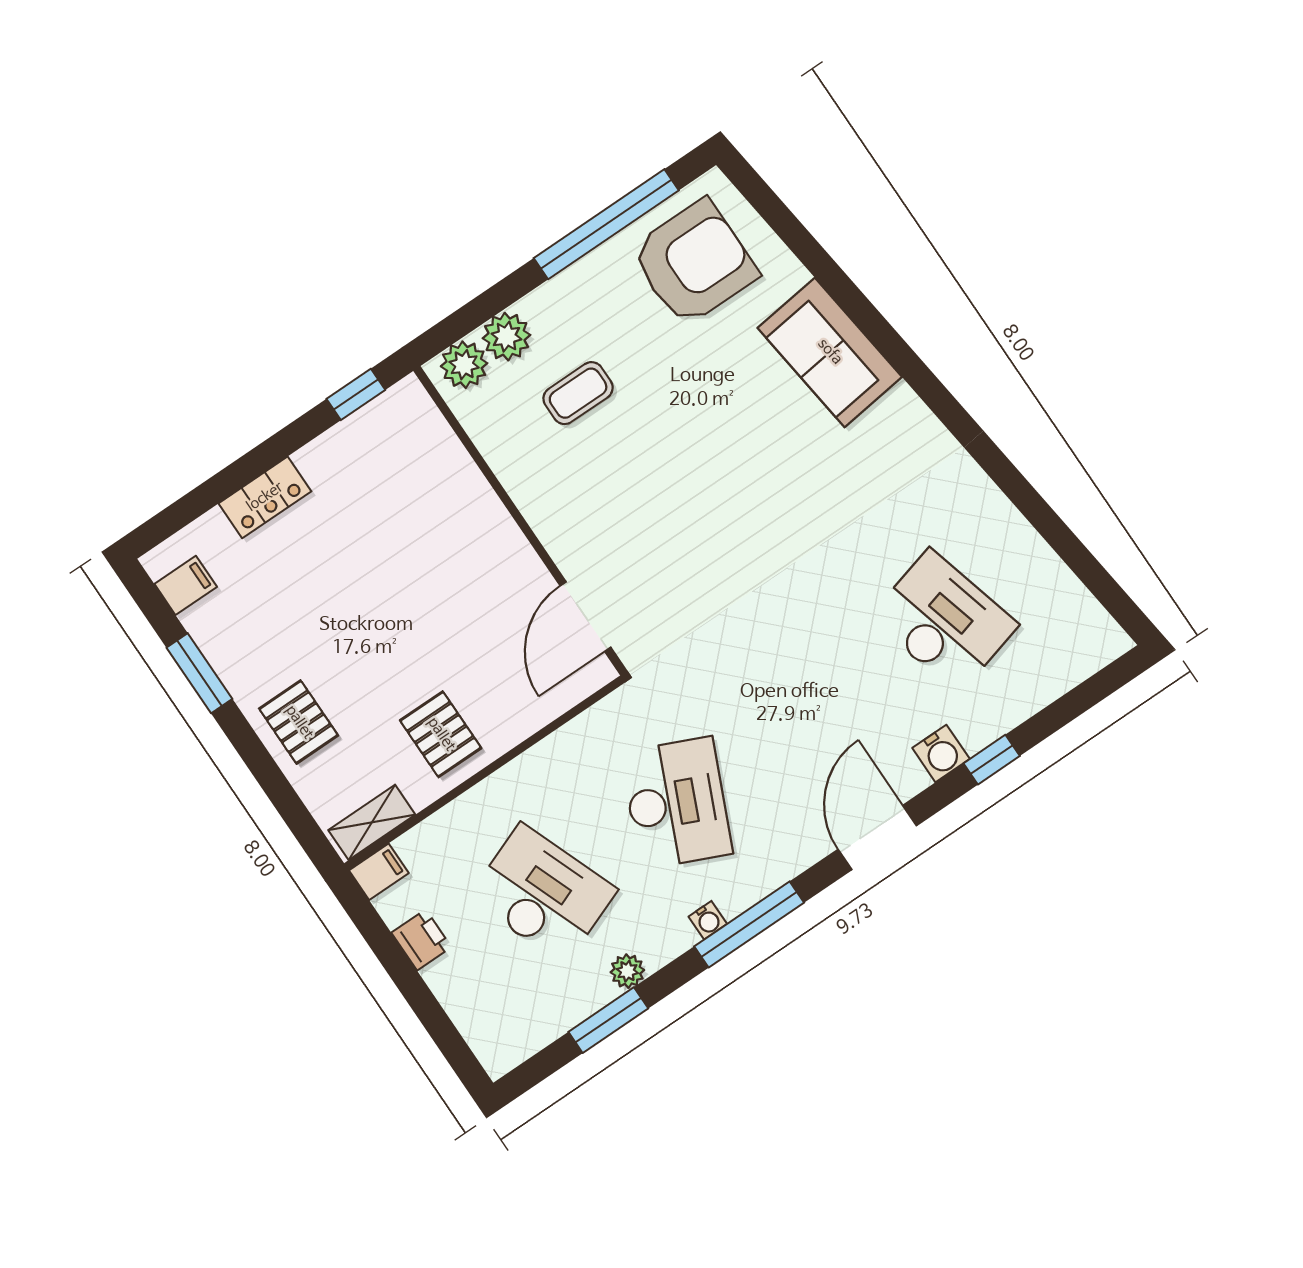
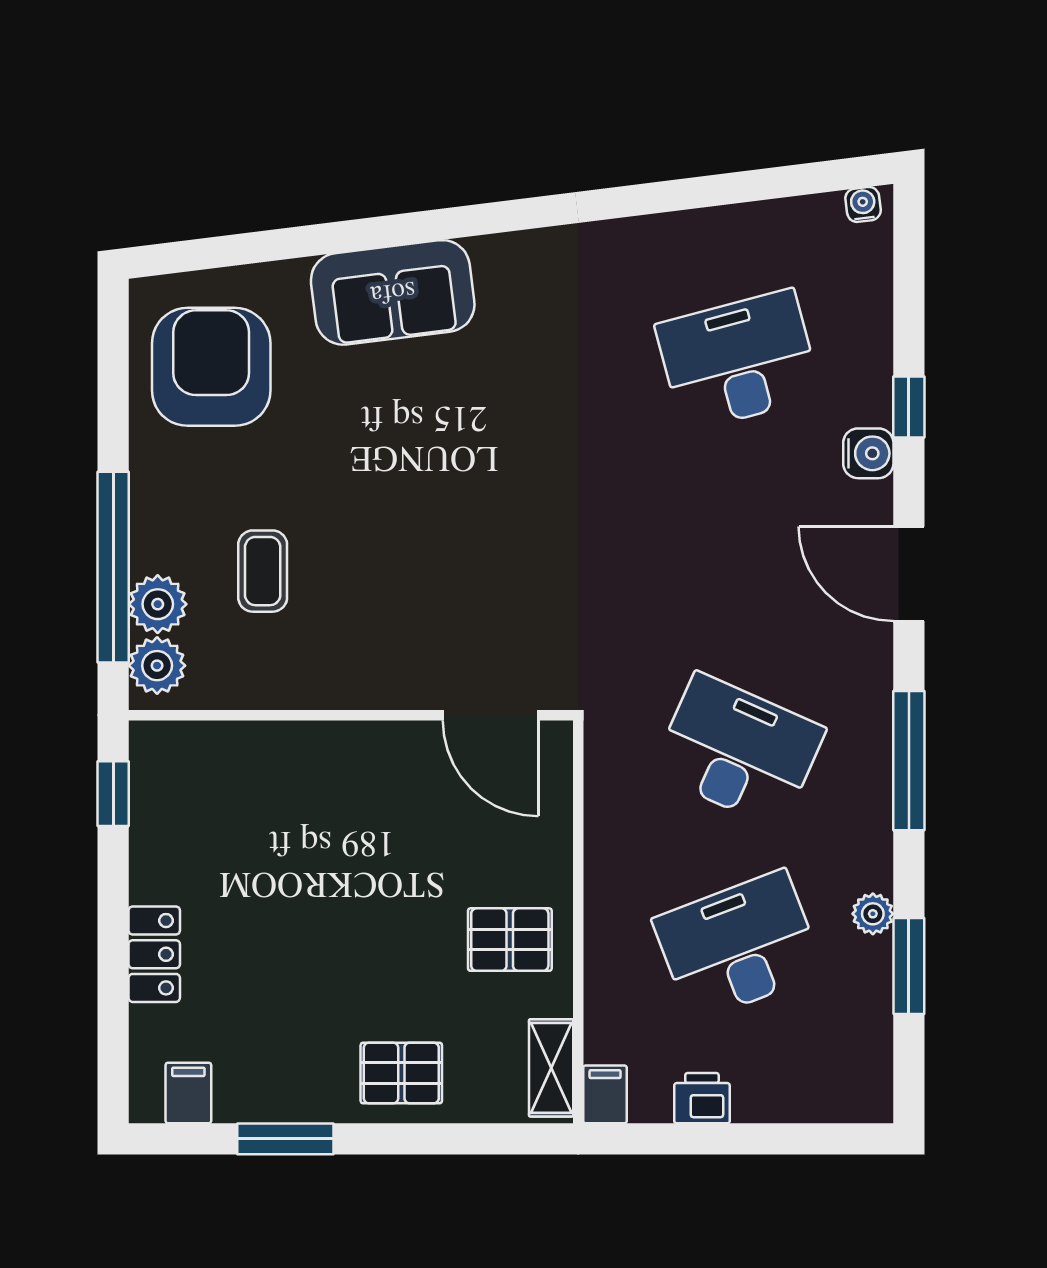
window: (606, 224) -> (113, 567), moved
water cooler: (708, 920) -> (863, 204), moved, turned -97

